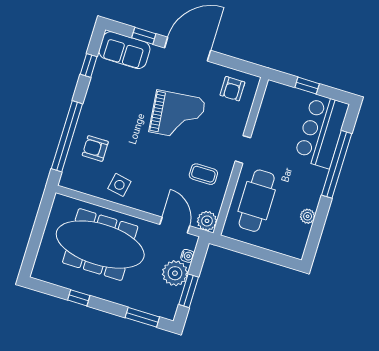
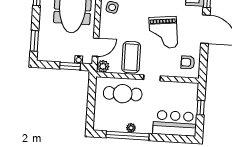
window: (337, 164) -> (127, 136), moved
coffee table: (203, 174) -> (131, 57), width x1.86, depth x1.72
plant: (308, 216) -> (131, 128), moved
plant: (175, 273) -> (66, 54), removed
window: (189, 291) -> (70, 66), moved

